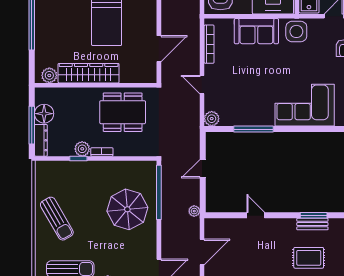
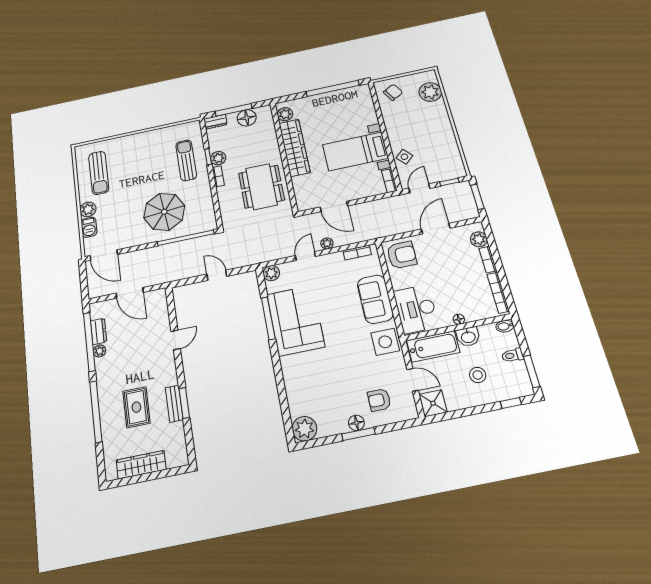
bookcase: (209, 44) -> (357, 252), width x0.64
corner sofa: (305, 105) -> (296, 320), moved
dresser: (41, 140) -> (216, 122), width x0.70
plant: (194, 211) -> (327, 243), moved
sun lounger: (57, 219) -> (186, 160), moved, turned 120

